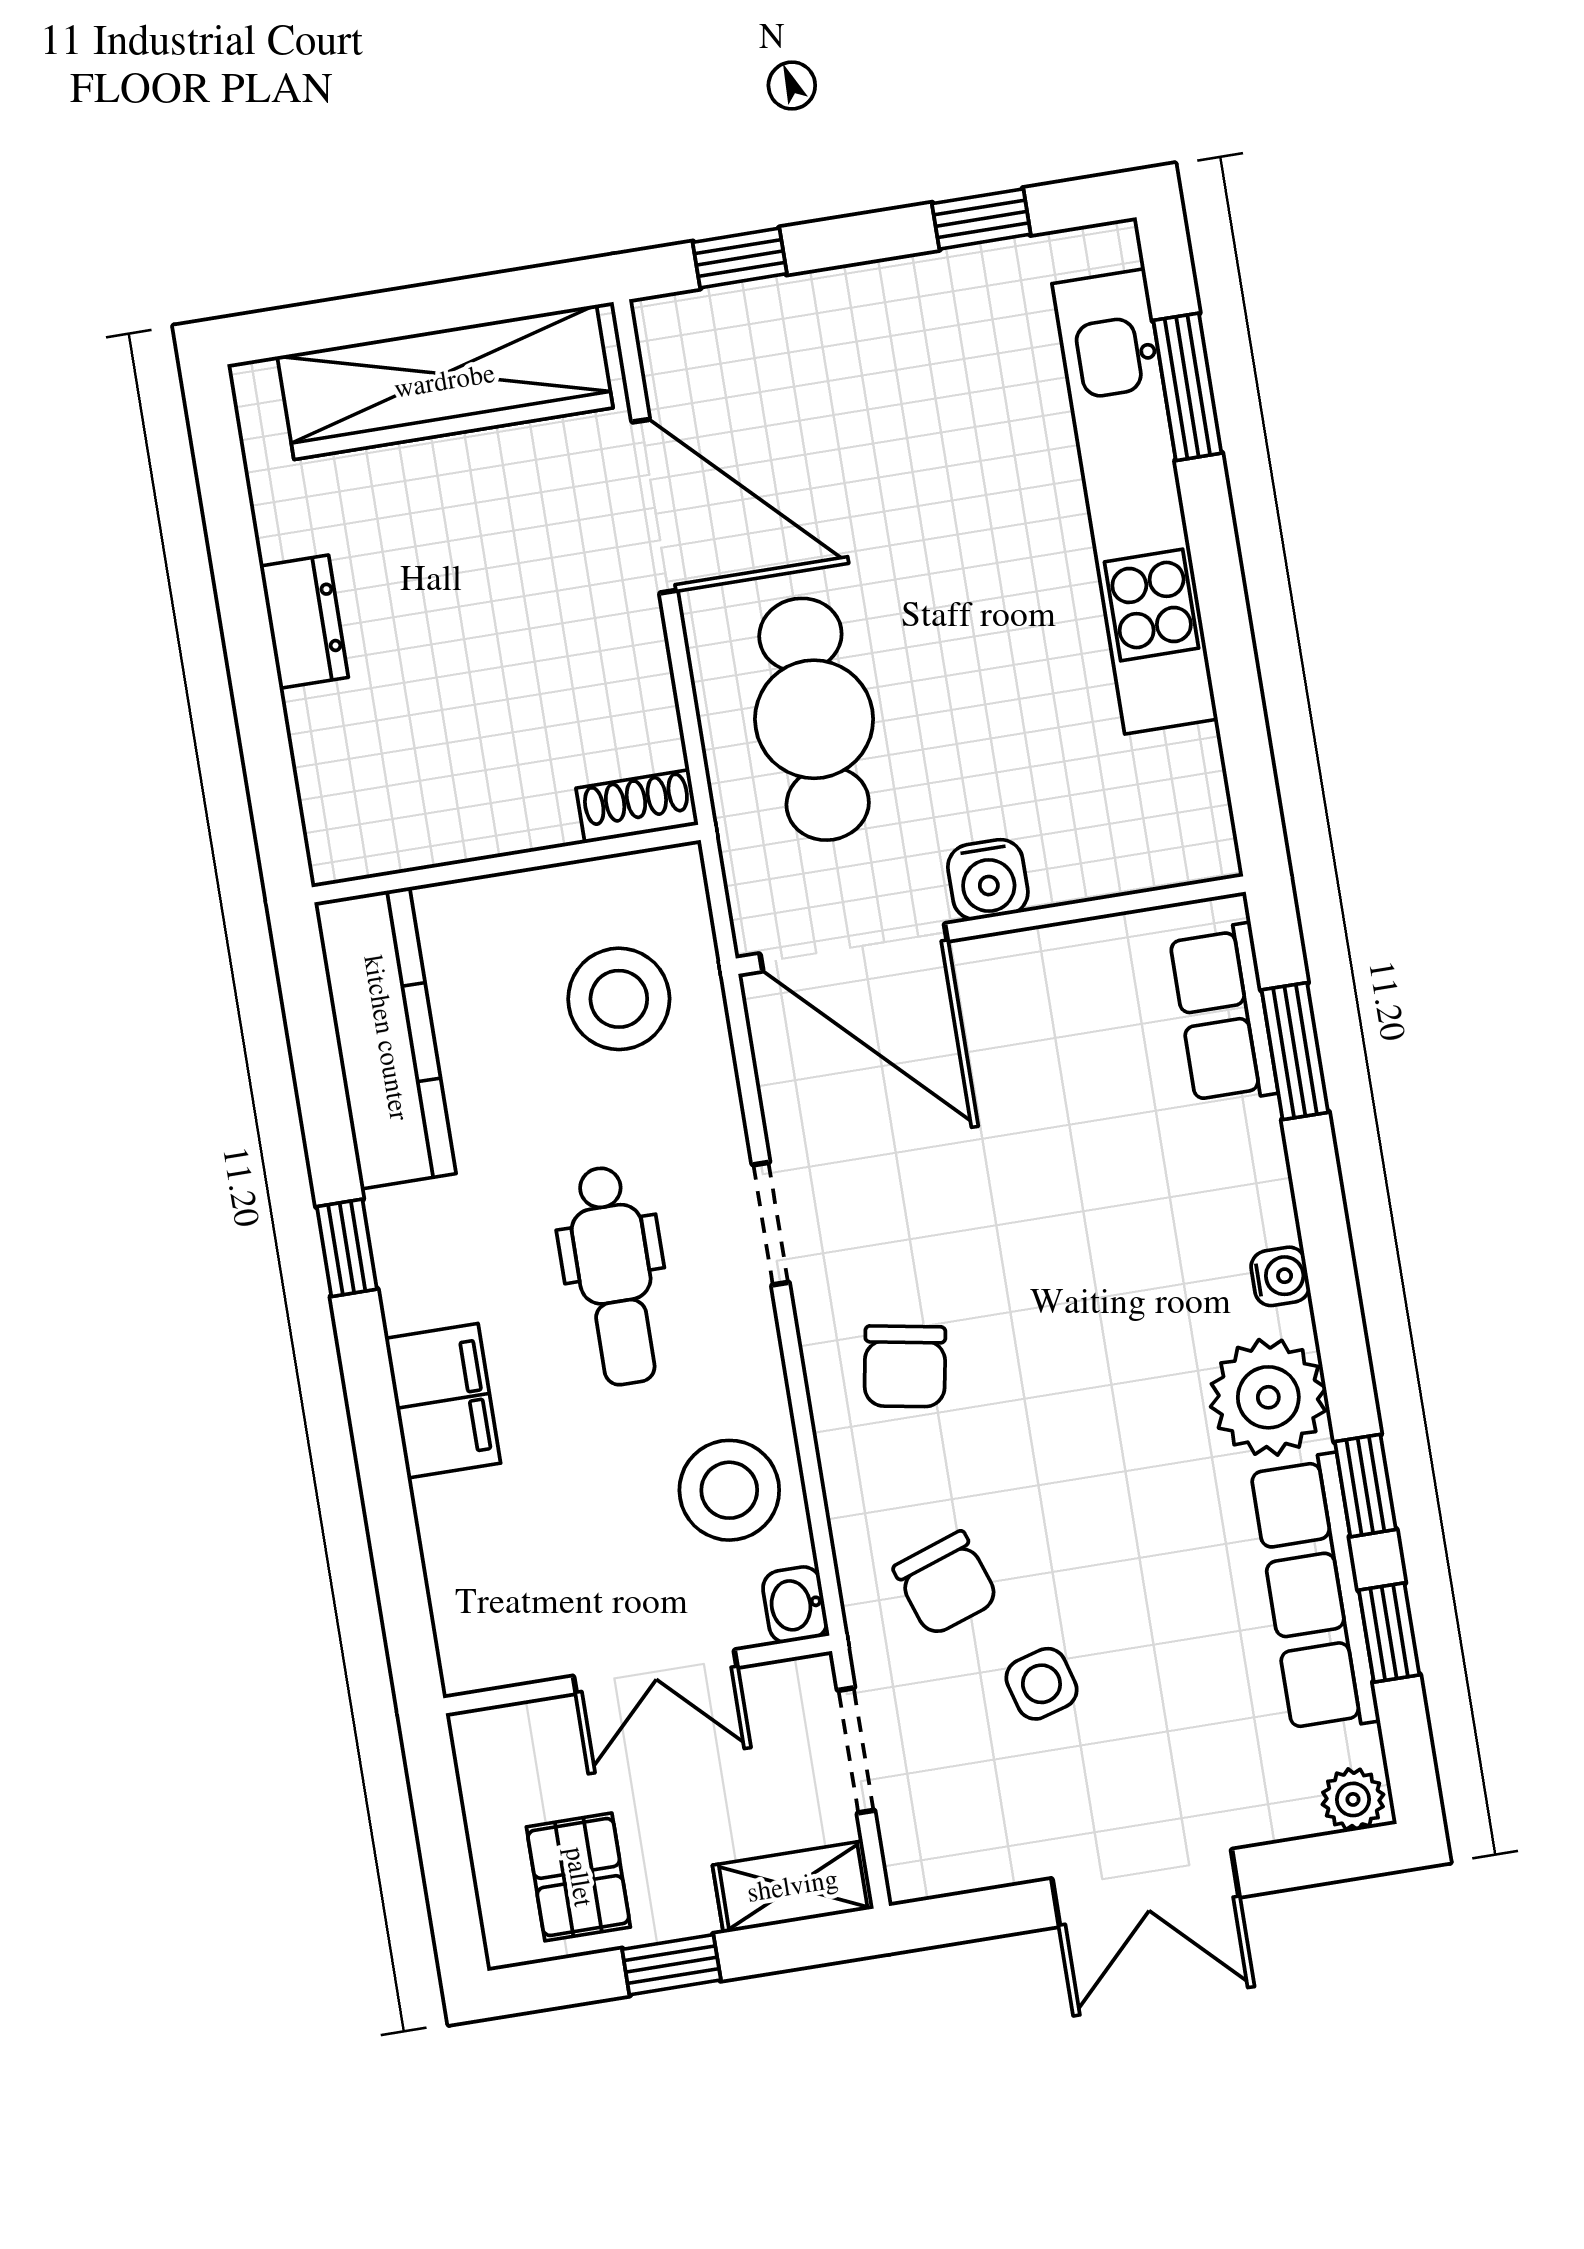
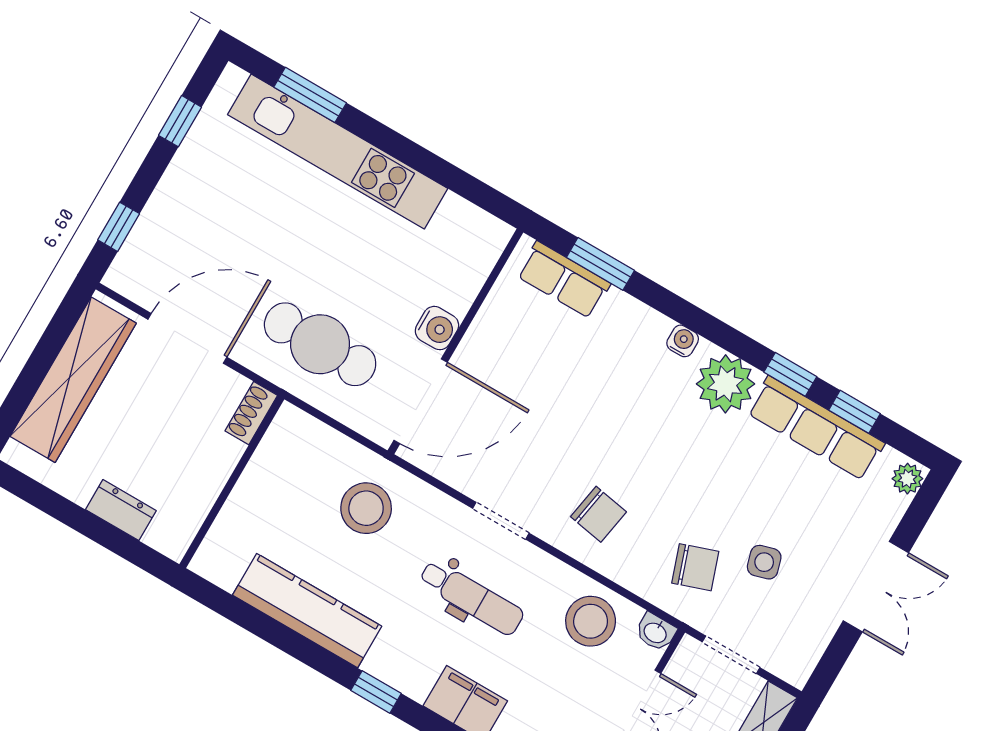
shoe rack: (637, 806) -> (251, 413), moved
wall: (506, 864) -> (232, 482), moved

